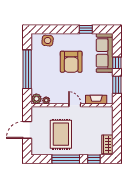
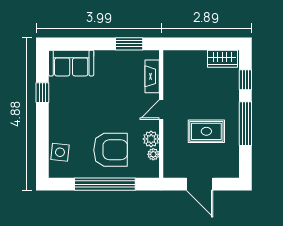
sofa: (105, 53) -> (71, 63), width x0.73
armchair: (71, 62) -> (110, 150), moved
window: (117, 63) -> (95, 44), removed
plant: (36, 99) -> (151, 139), moved
rug: (61, 134) -> (206, 131), width x0.73, depth x0.70

